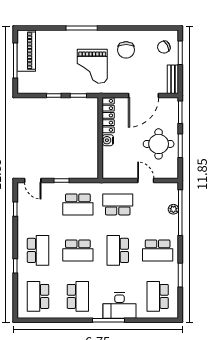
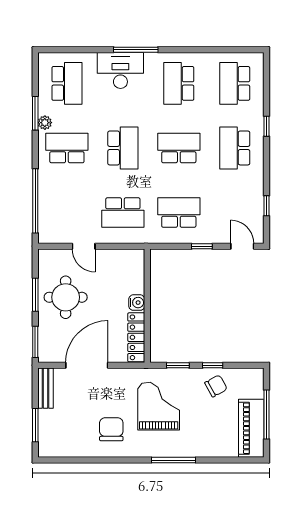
chair: (164, 47) -> (216, 386), moved
plant: (173, 209) -> (45, 123), moved
school desk: (38, 296) -> (235, 83), turned 180

